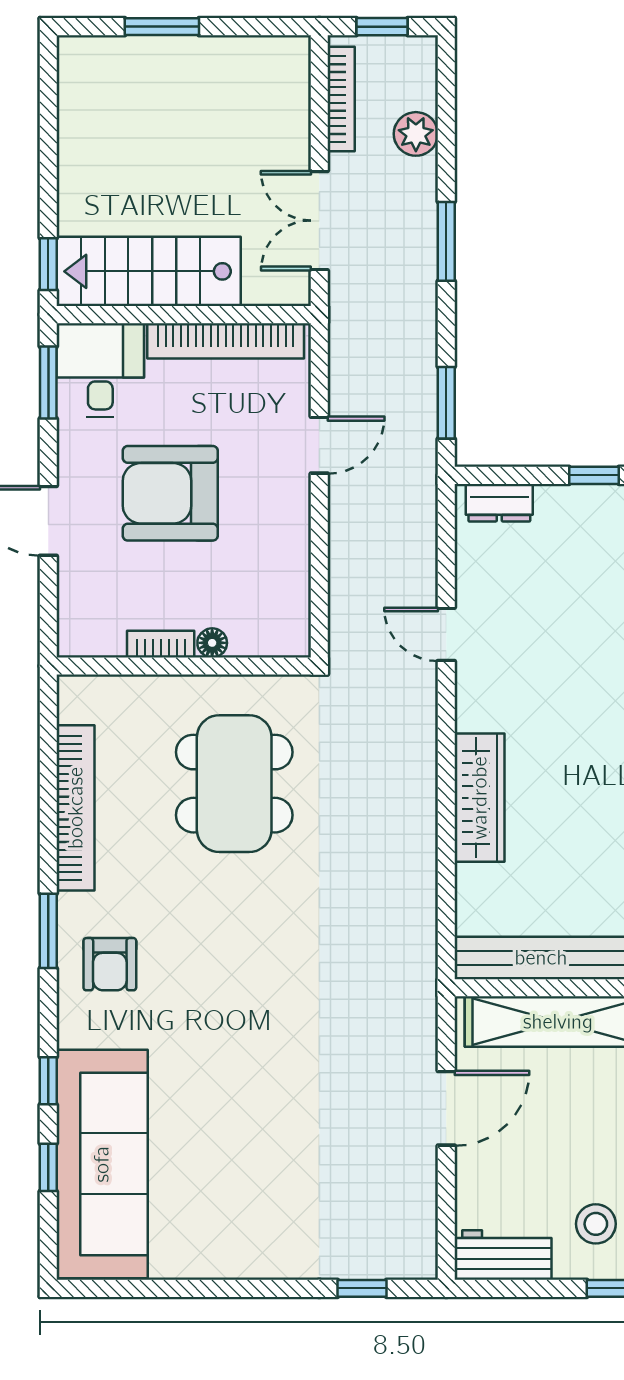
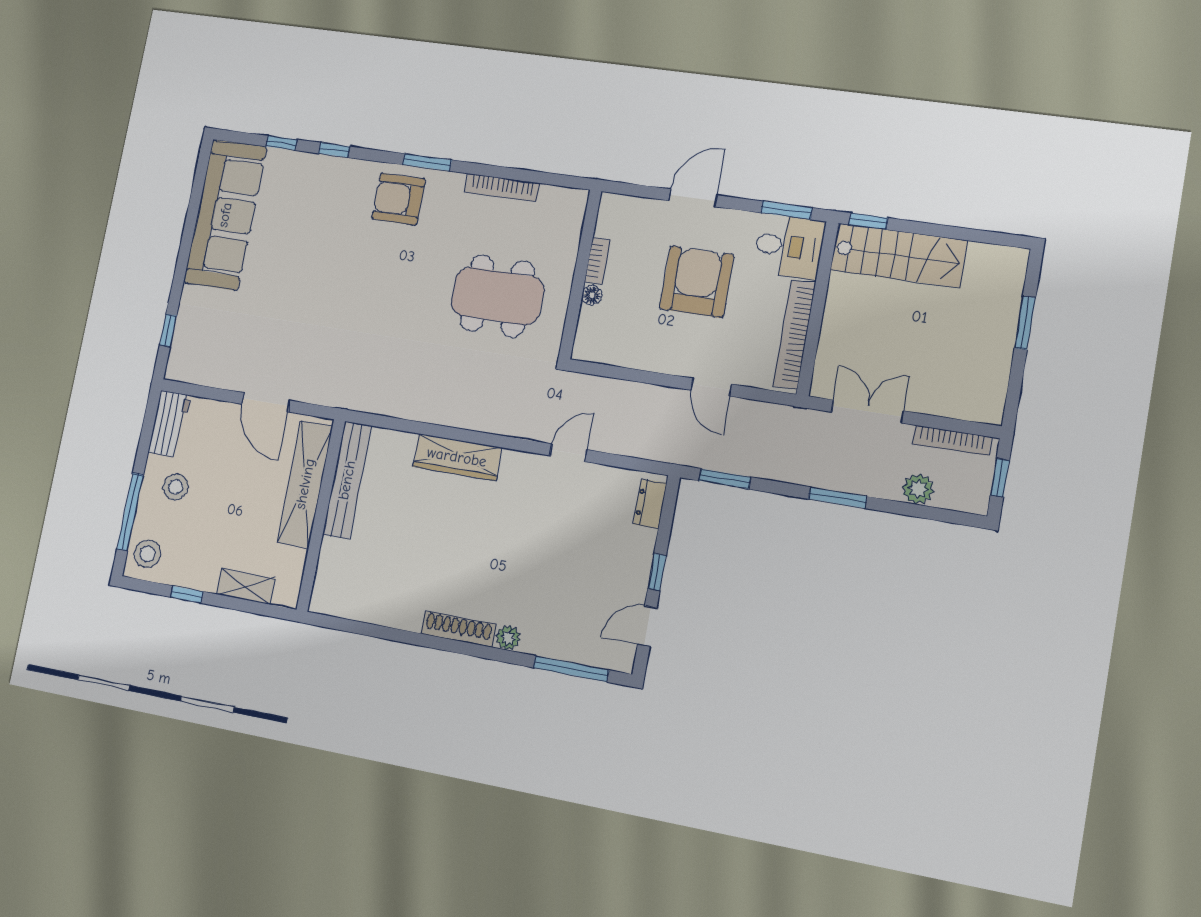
stairs: (149, 271) -> (899, 255), moved, turned 90
bookcase: (76, 808) -> (502, 188), width x0.68, depth x0.76
armchair: (110, 964) -> (398, 199), width x1.38, depth x1.38
sofa: (102, 1164) -> (225, 215), moved, turned -90

